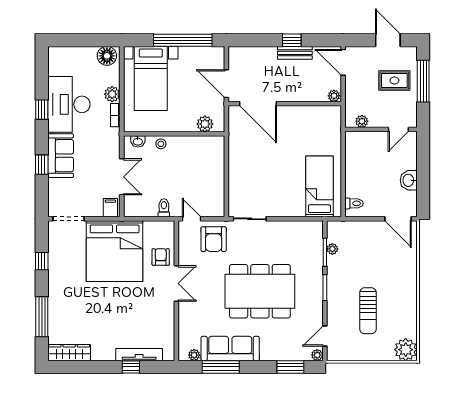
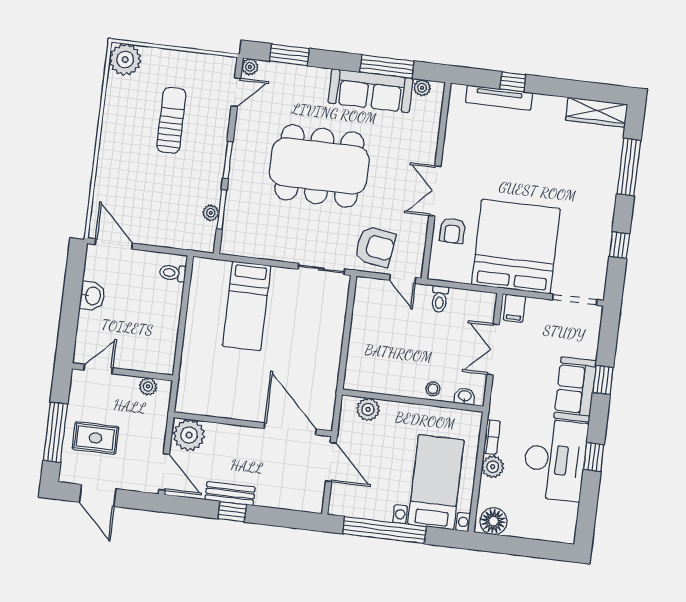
plant: (334, 96) -> (189, 435), width x1.88, depth x1.88
bed: (319, 186) -> (247, 306), moved
armchair: (214, 239) -> (375, 247), turned 98

